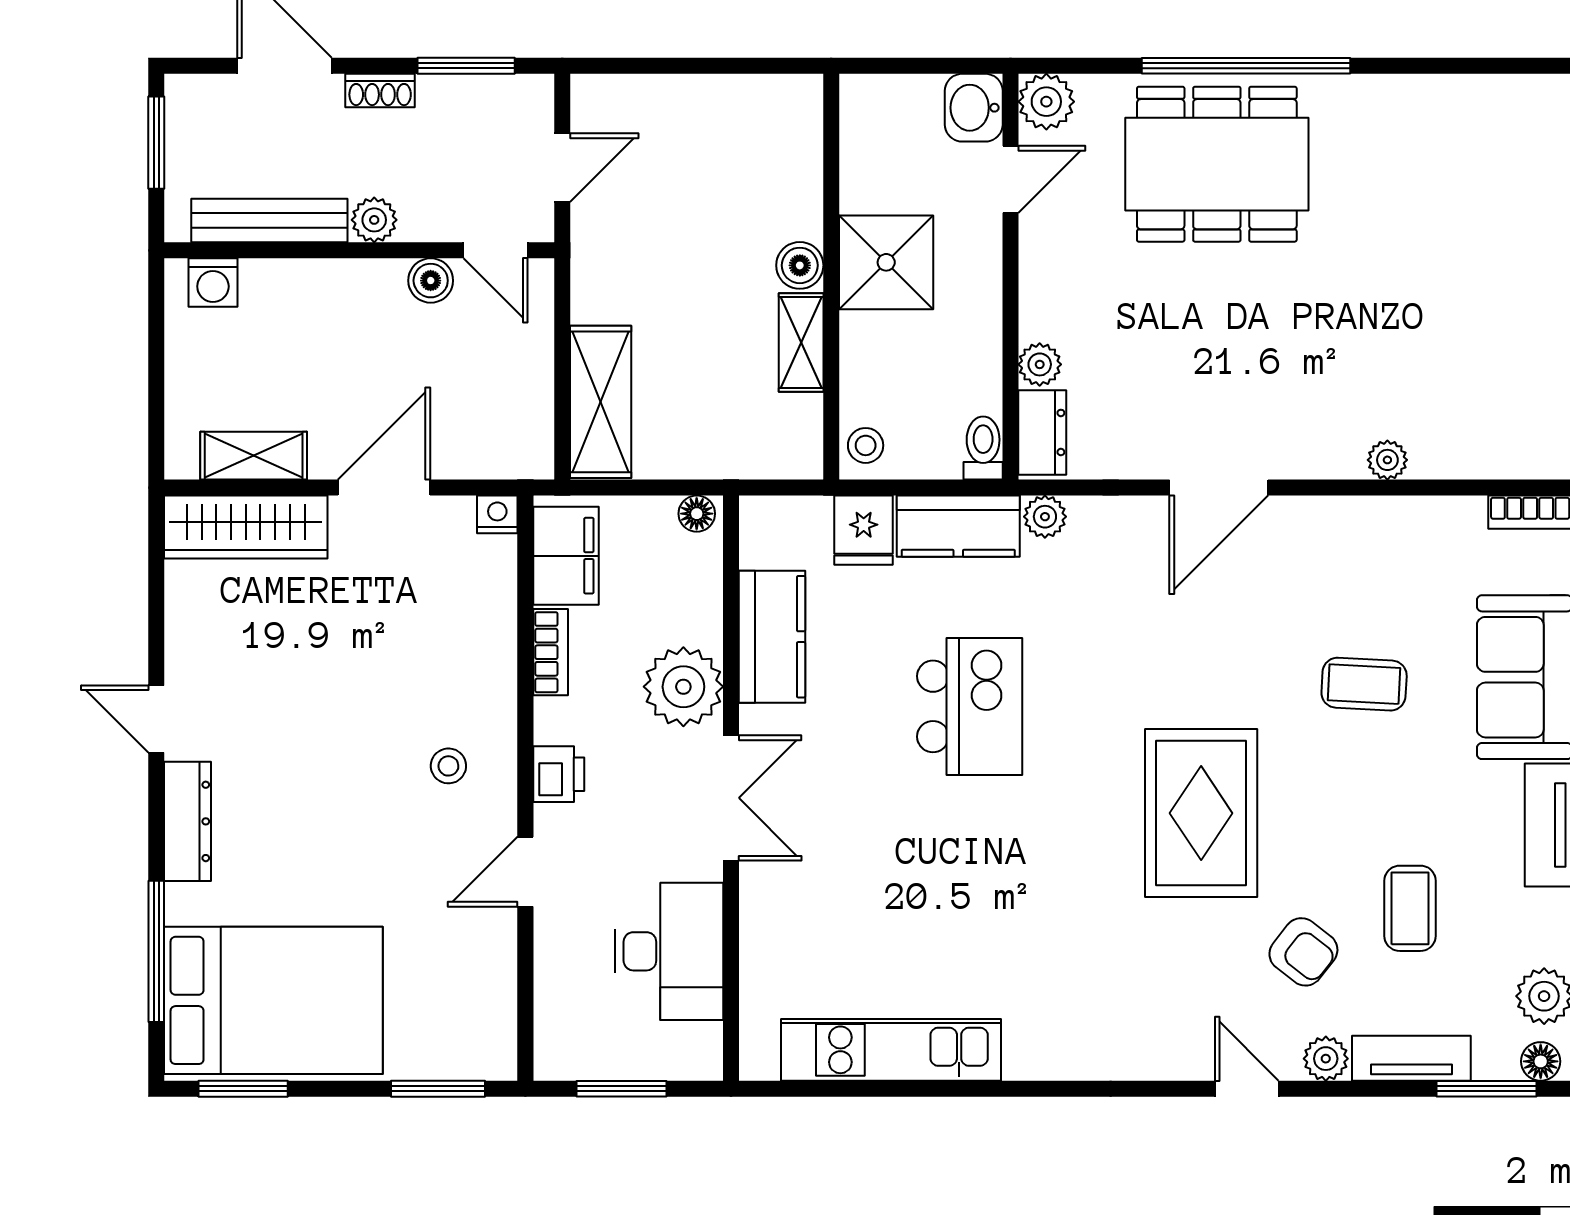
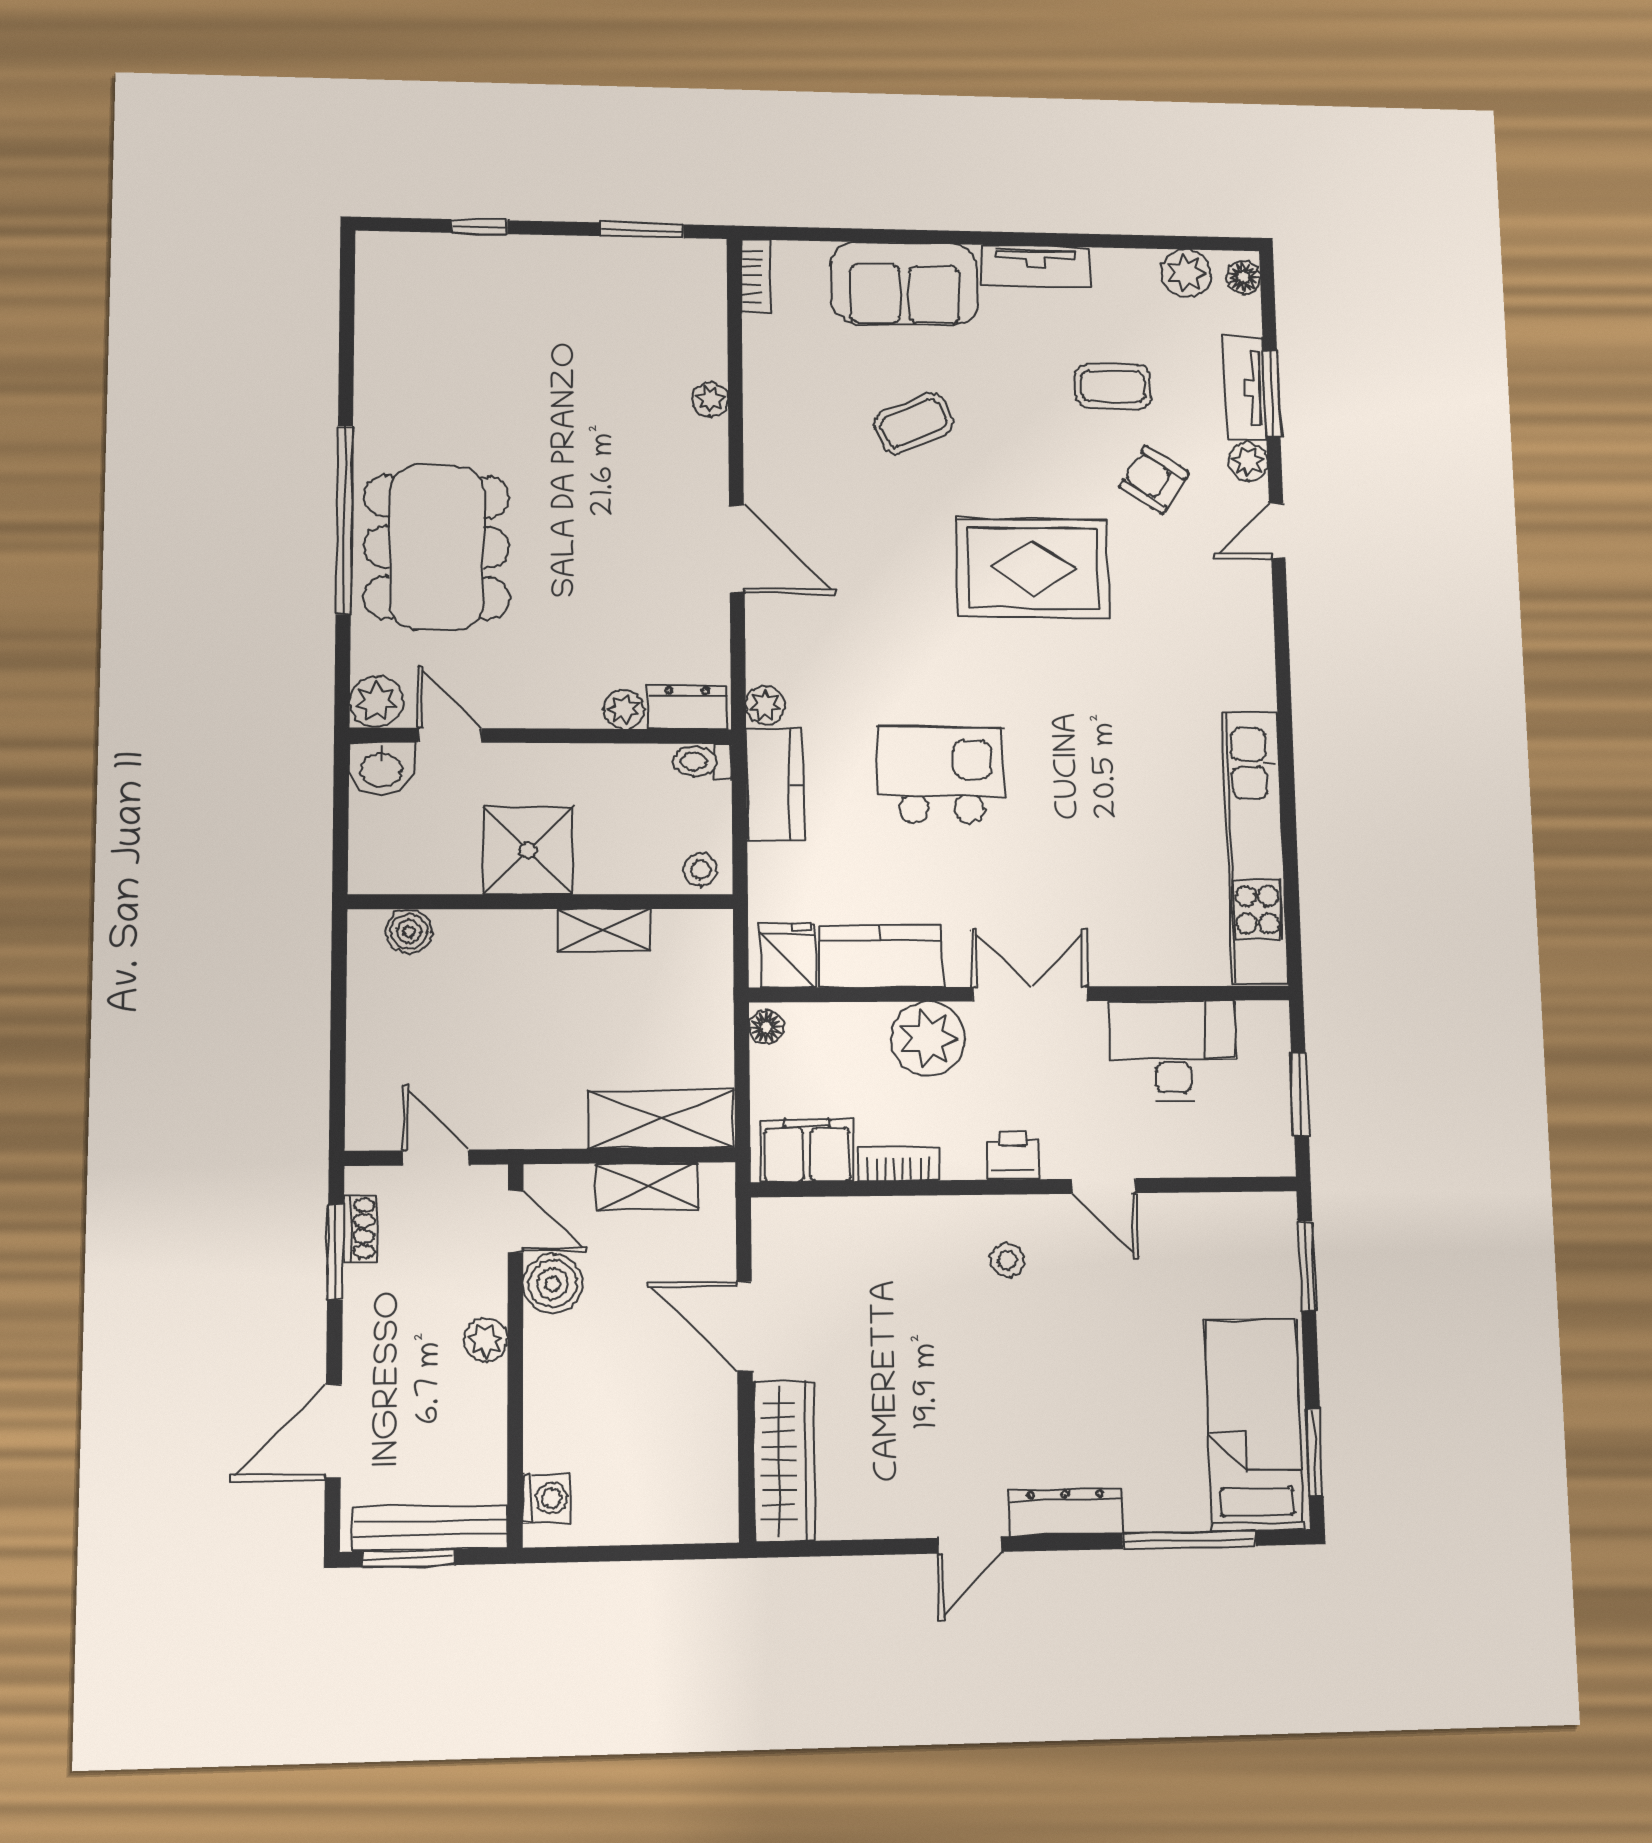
shoe rack: (380, 90) -> (360, 1228), moved
bench: (269, 221) -> (430, 1528), moved, turned 90
door: (496, 250) -> (516, 1221), hinge flipped
boiler: (800, 265) -> (409, 931), moved
boiler: (431, 281) -> (553, 1284), width x1.36, depth x1.36
shelving: (254, 456) -> (647, 1186), moved, turned 90
nightstand: (497, 514) -> (769, 1216), removed
fridge: (864, 530) -> (787, 955), moved, turned -90
coffee table: (1364, 684) -> (914, 423), turned 63
armchair: (1303, 952) -> (1154, 480), turned -95
bed: (273, 1000) -> (1254, 1424), width x0.67
kitchen unit: (891, 1050) -> (1255, 847), width x1.36
window: (1487, 1089) -> (1272, 394), moved

